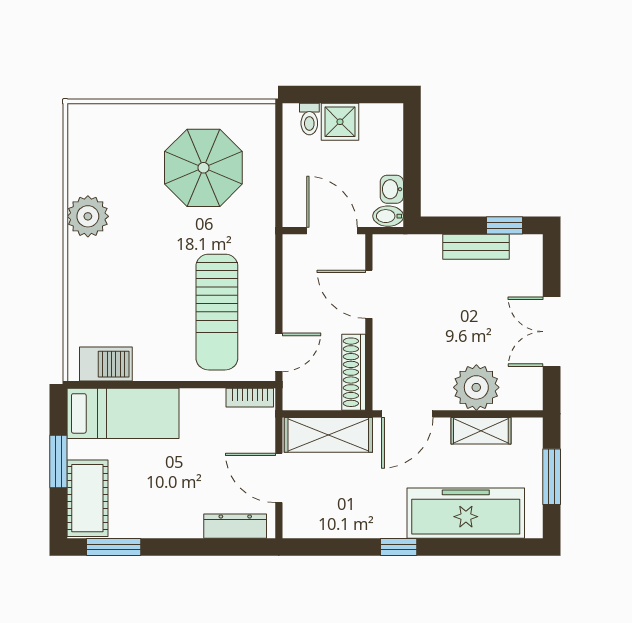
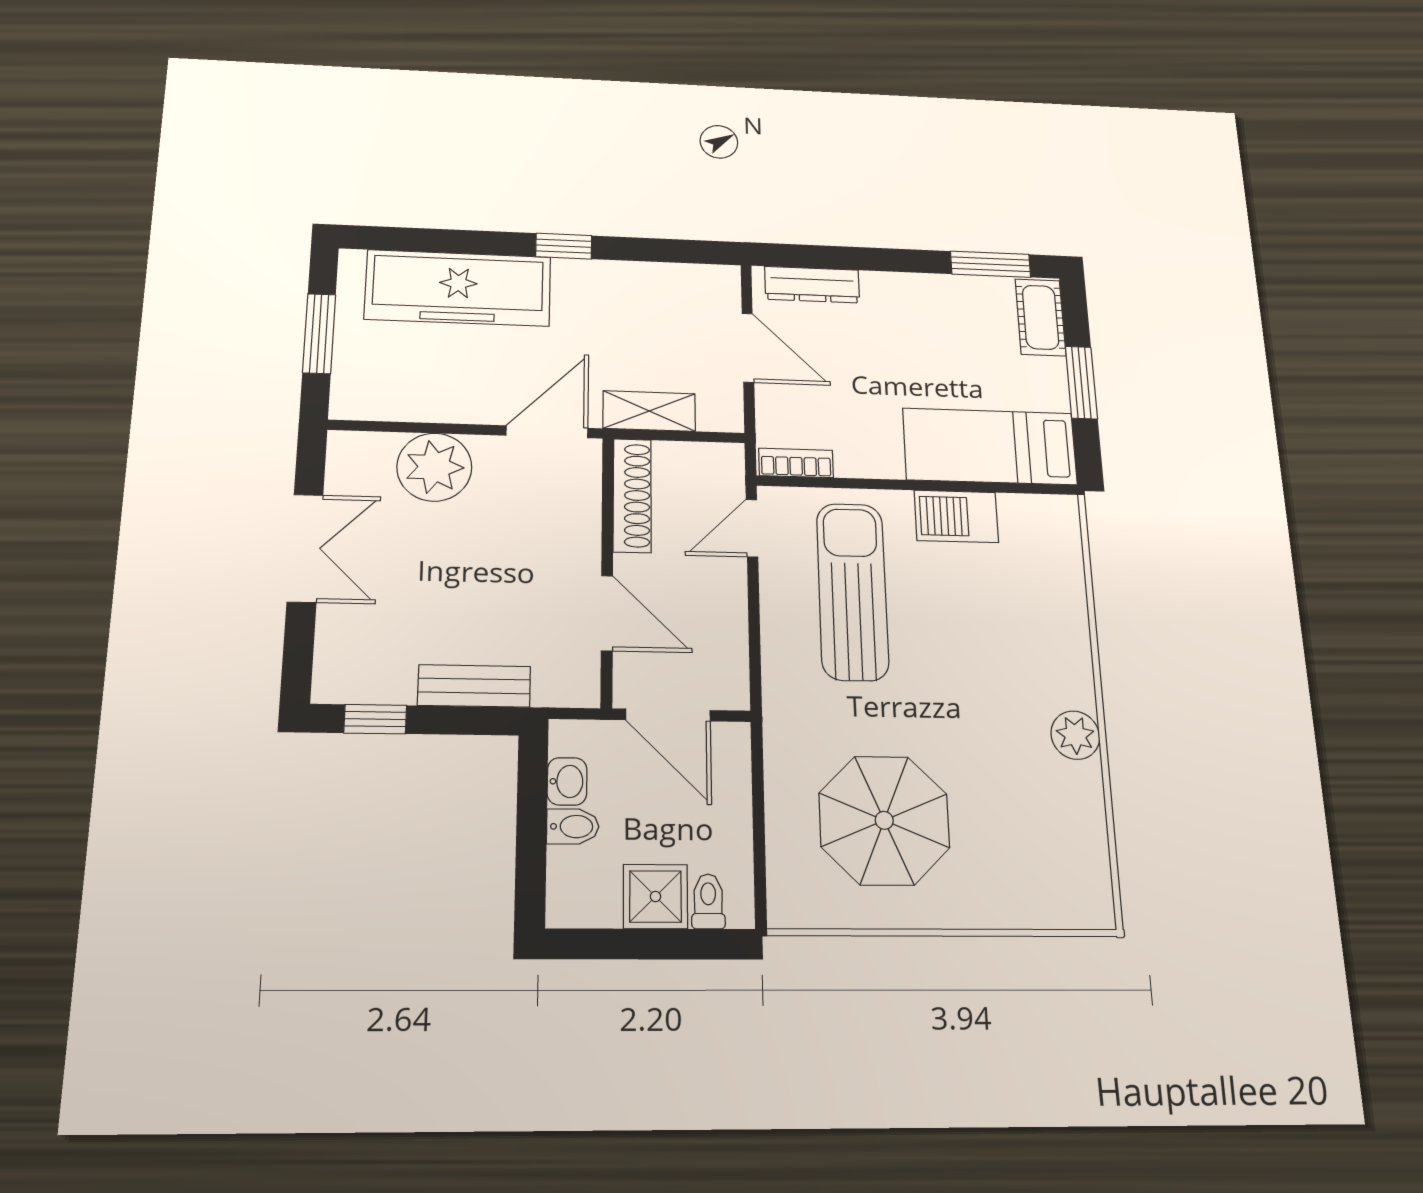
plant: (88, 216) -> (1075, 735), width x0.73, depth x0.73
bidet: (388, 216) -> (573, 827), moved
bench: (476, 247) -> (474, 686), moved
barbecue: (106, 364) -> (956, 516), moved
shelving: (481, 431) -> (429, 403), removed
shelving: (328, 435) -> (649, 411), width x0.67, depth x0.75
cot: (87, 498) -> (1040, 317), width x0.73, depth x0.75

